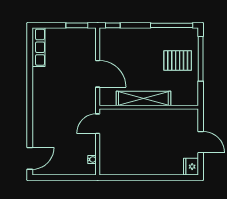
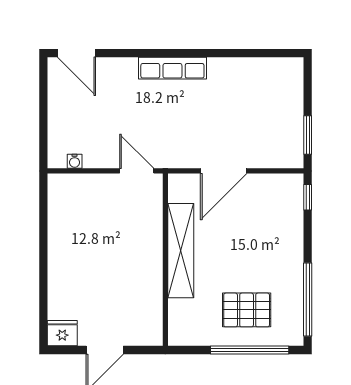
row of seats: (38, 47) -> (172, 68), moved
pallet: (178, 61) -> (247, 310), turned 90

